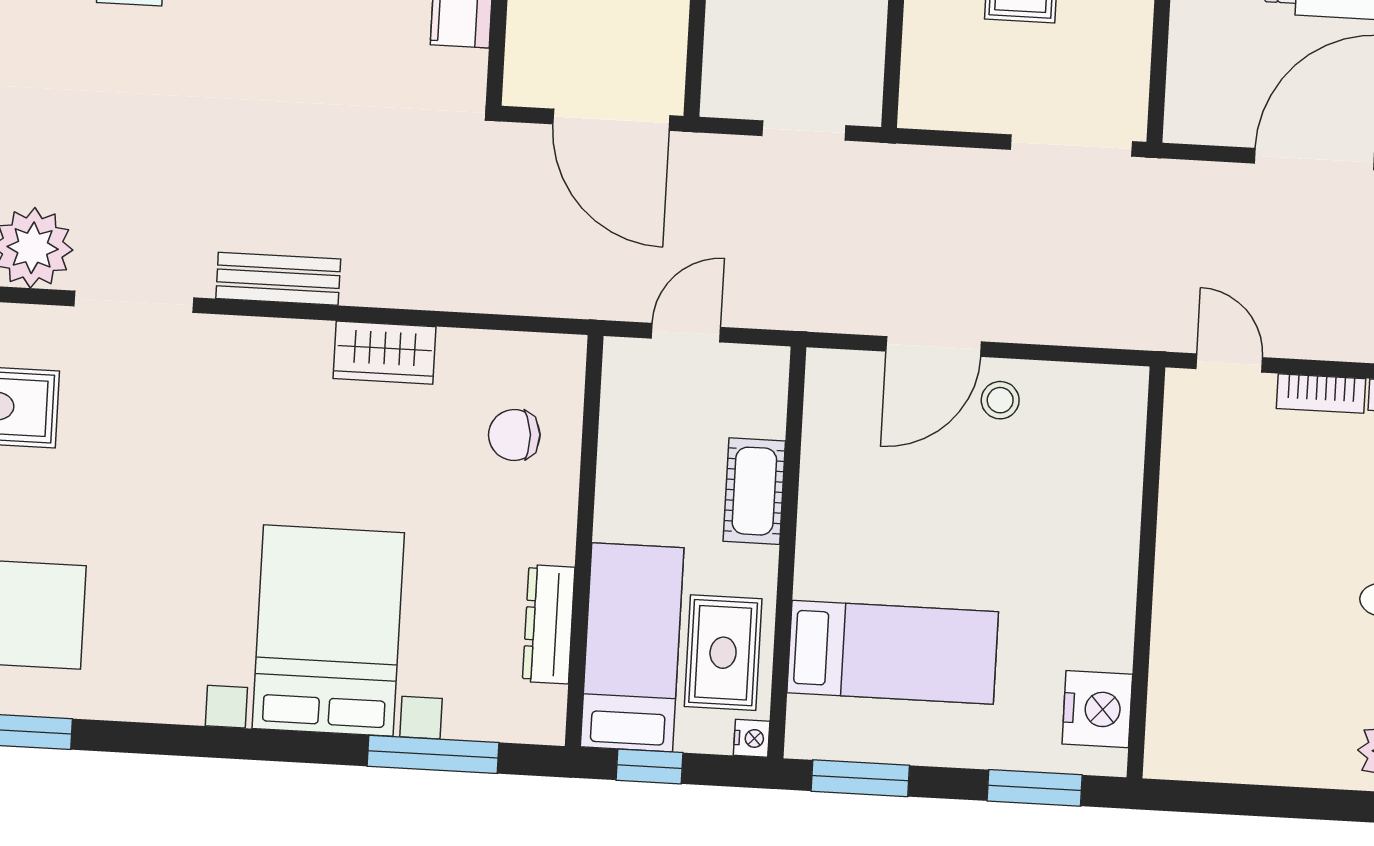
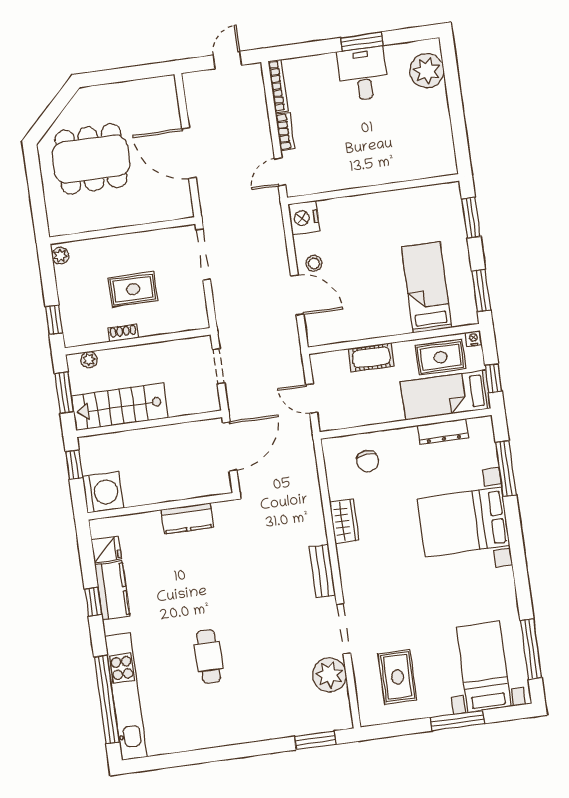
nightstand: (1097, 709) -> (304, 218), moved, turned -90

